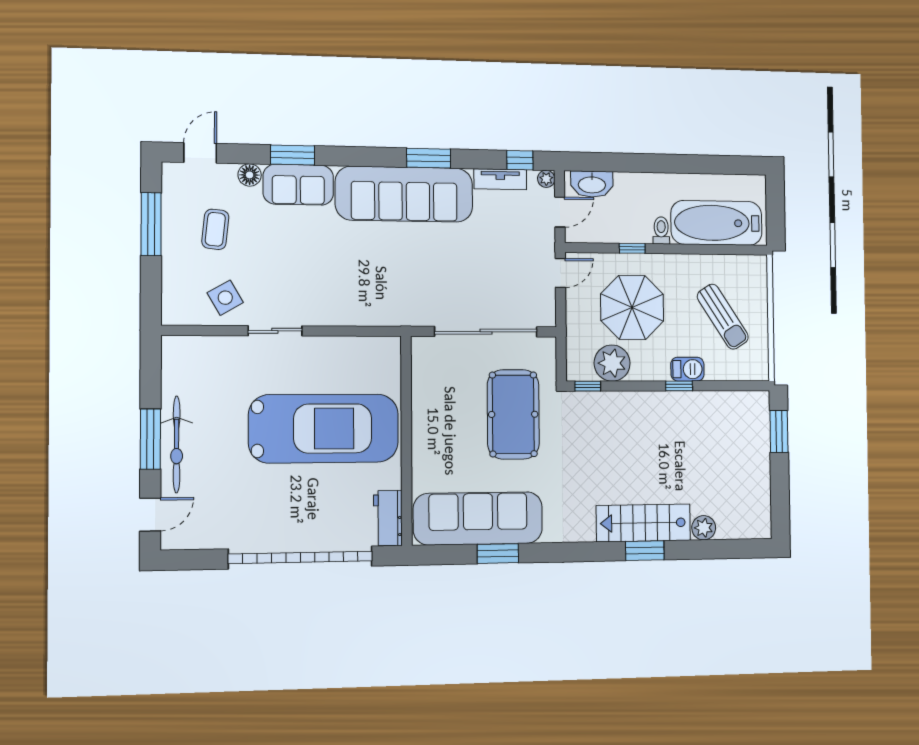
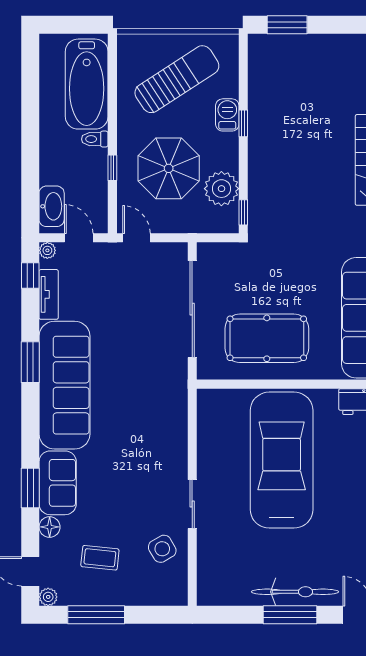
plant: (172, 172) -> (48, 597), added
sun lounger: (723, 317) -> (177, 79), width x1.36, depth x1.34
pool table: (513, 414) -> (267, 338), moved

